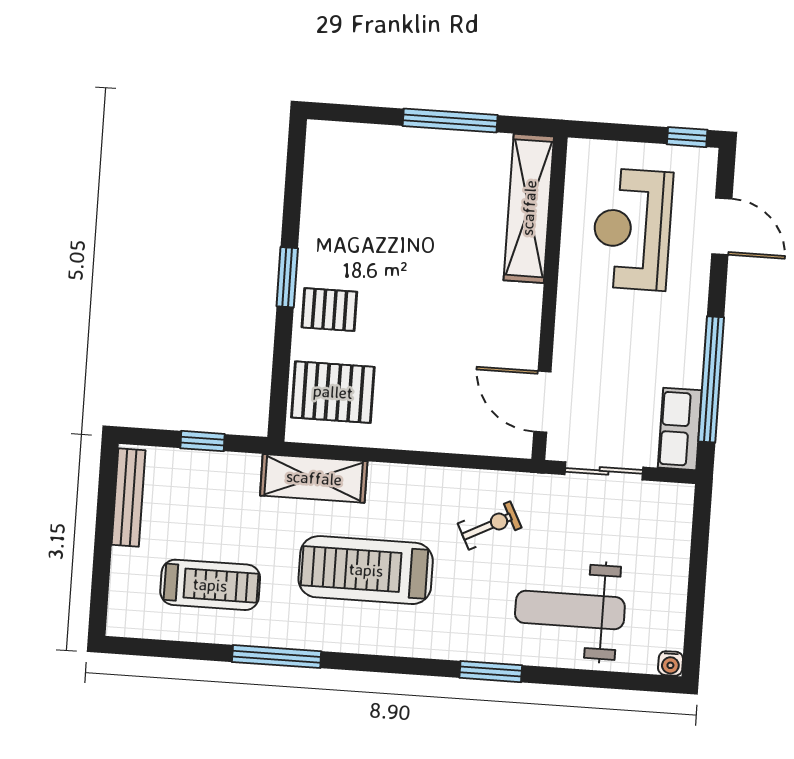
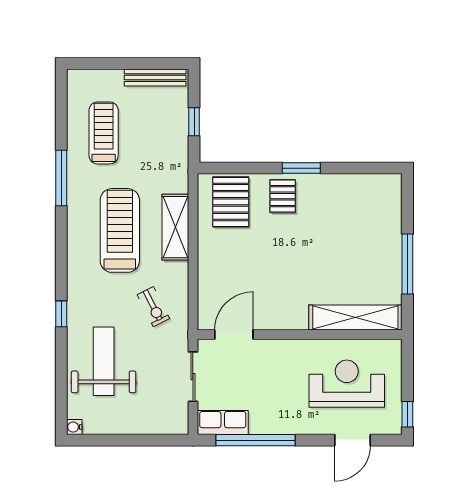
shelving: (314, 478) -> (175, 227), moved
treadmill: (210, 585) -> (104, 133), turned 180
window: (491, 672) -> (61, 314), width x0.67

